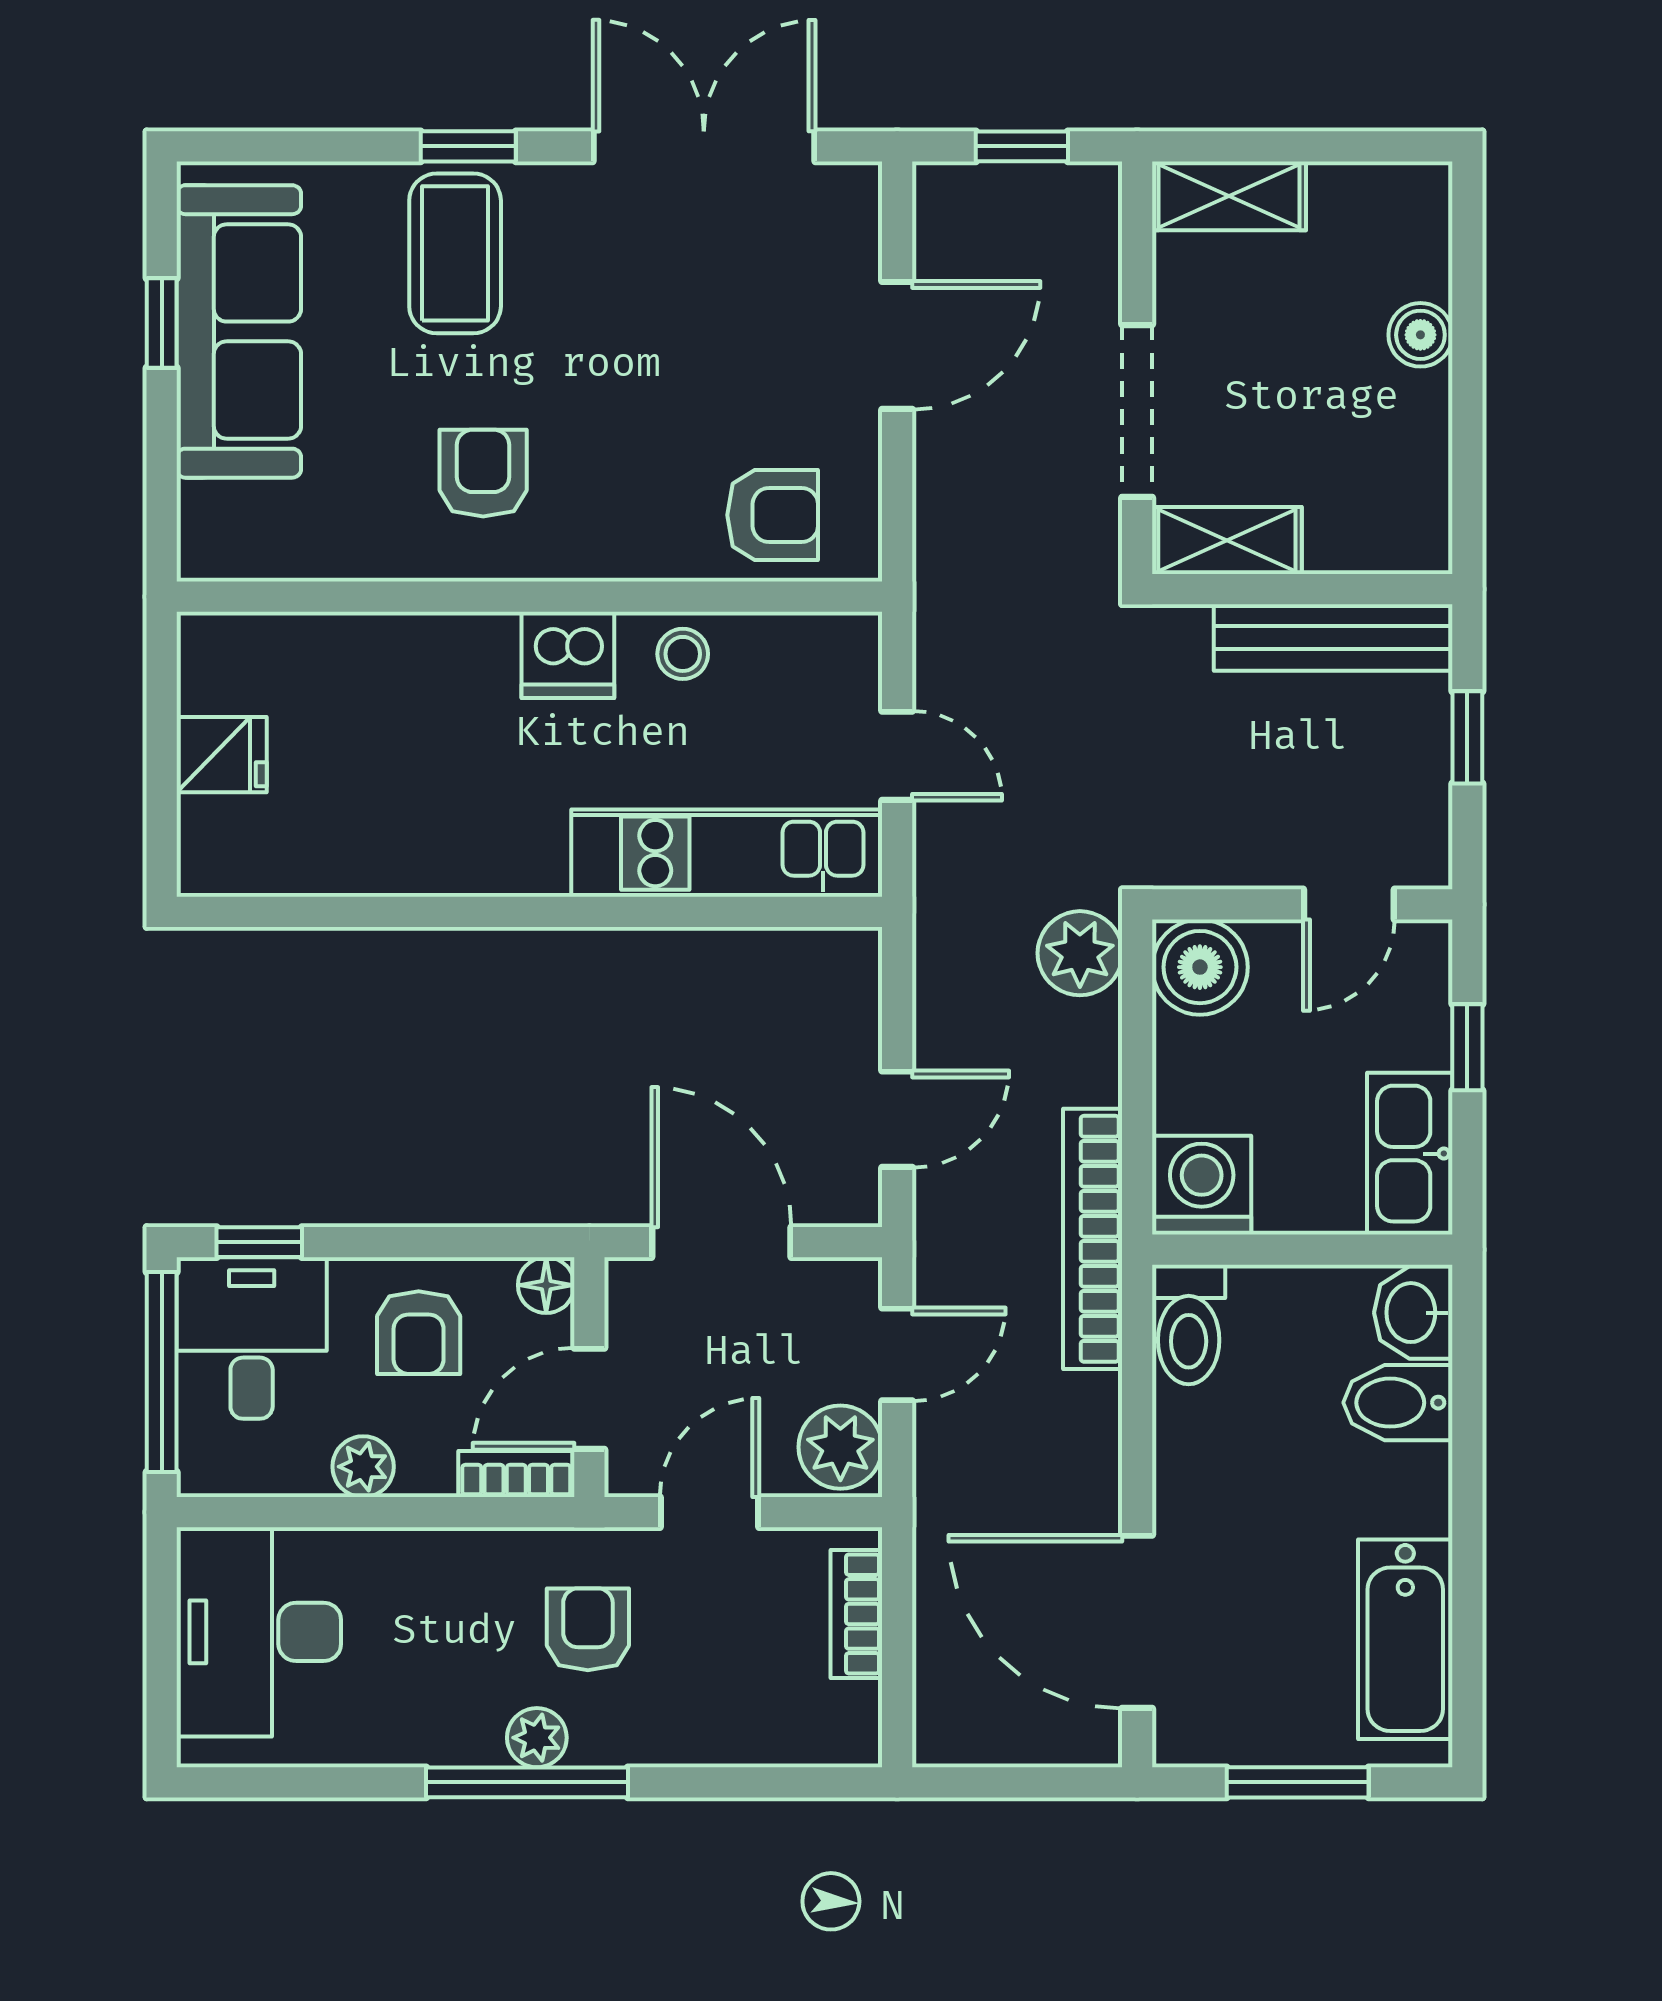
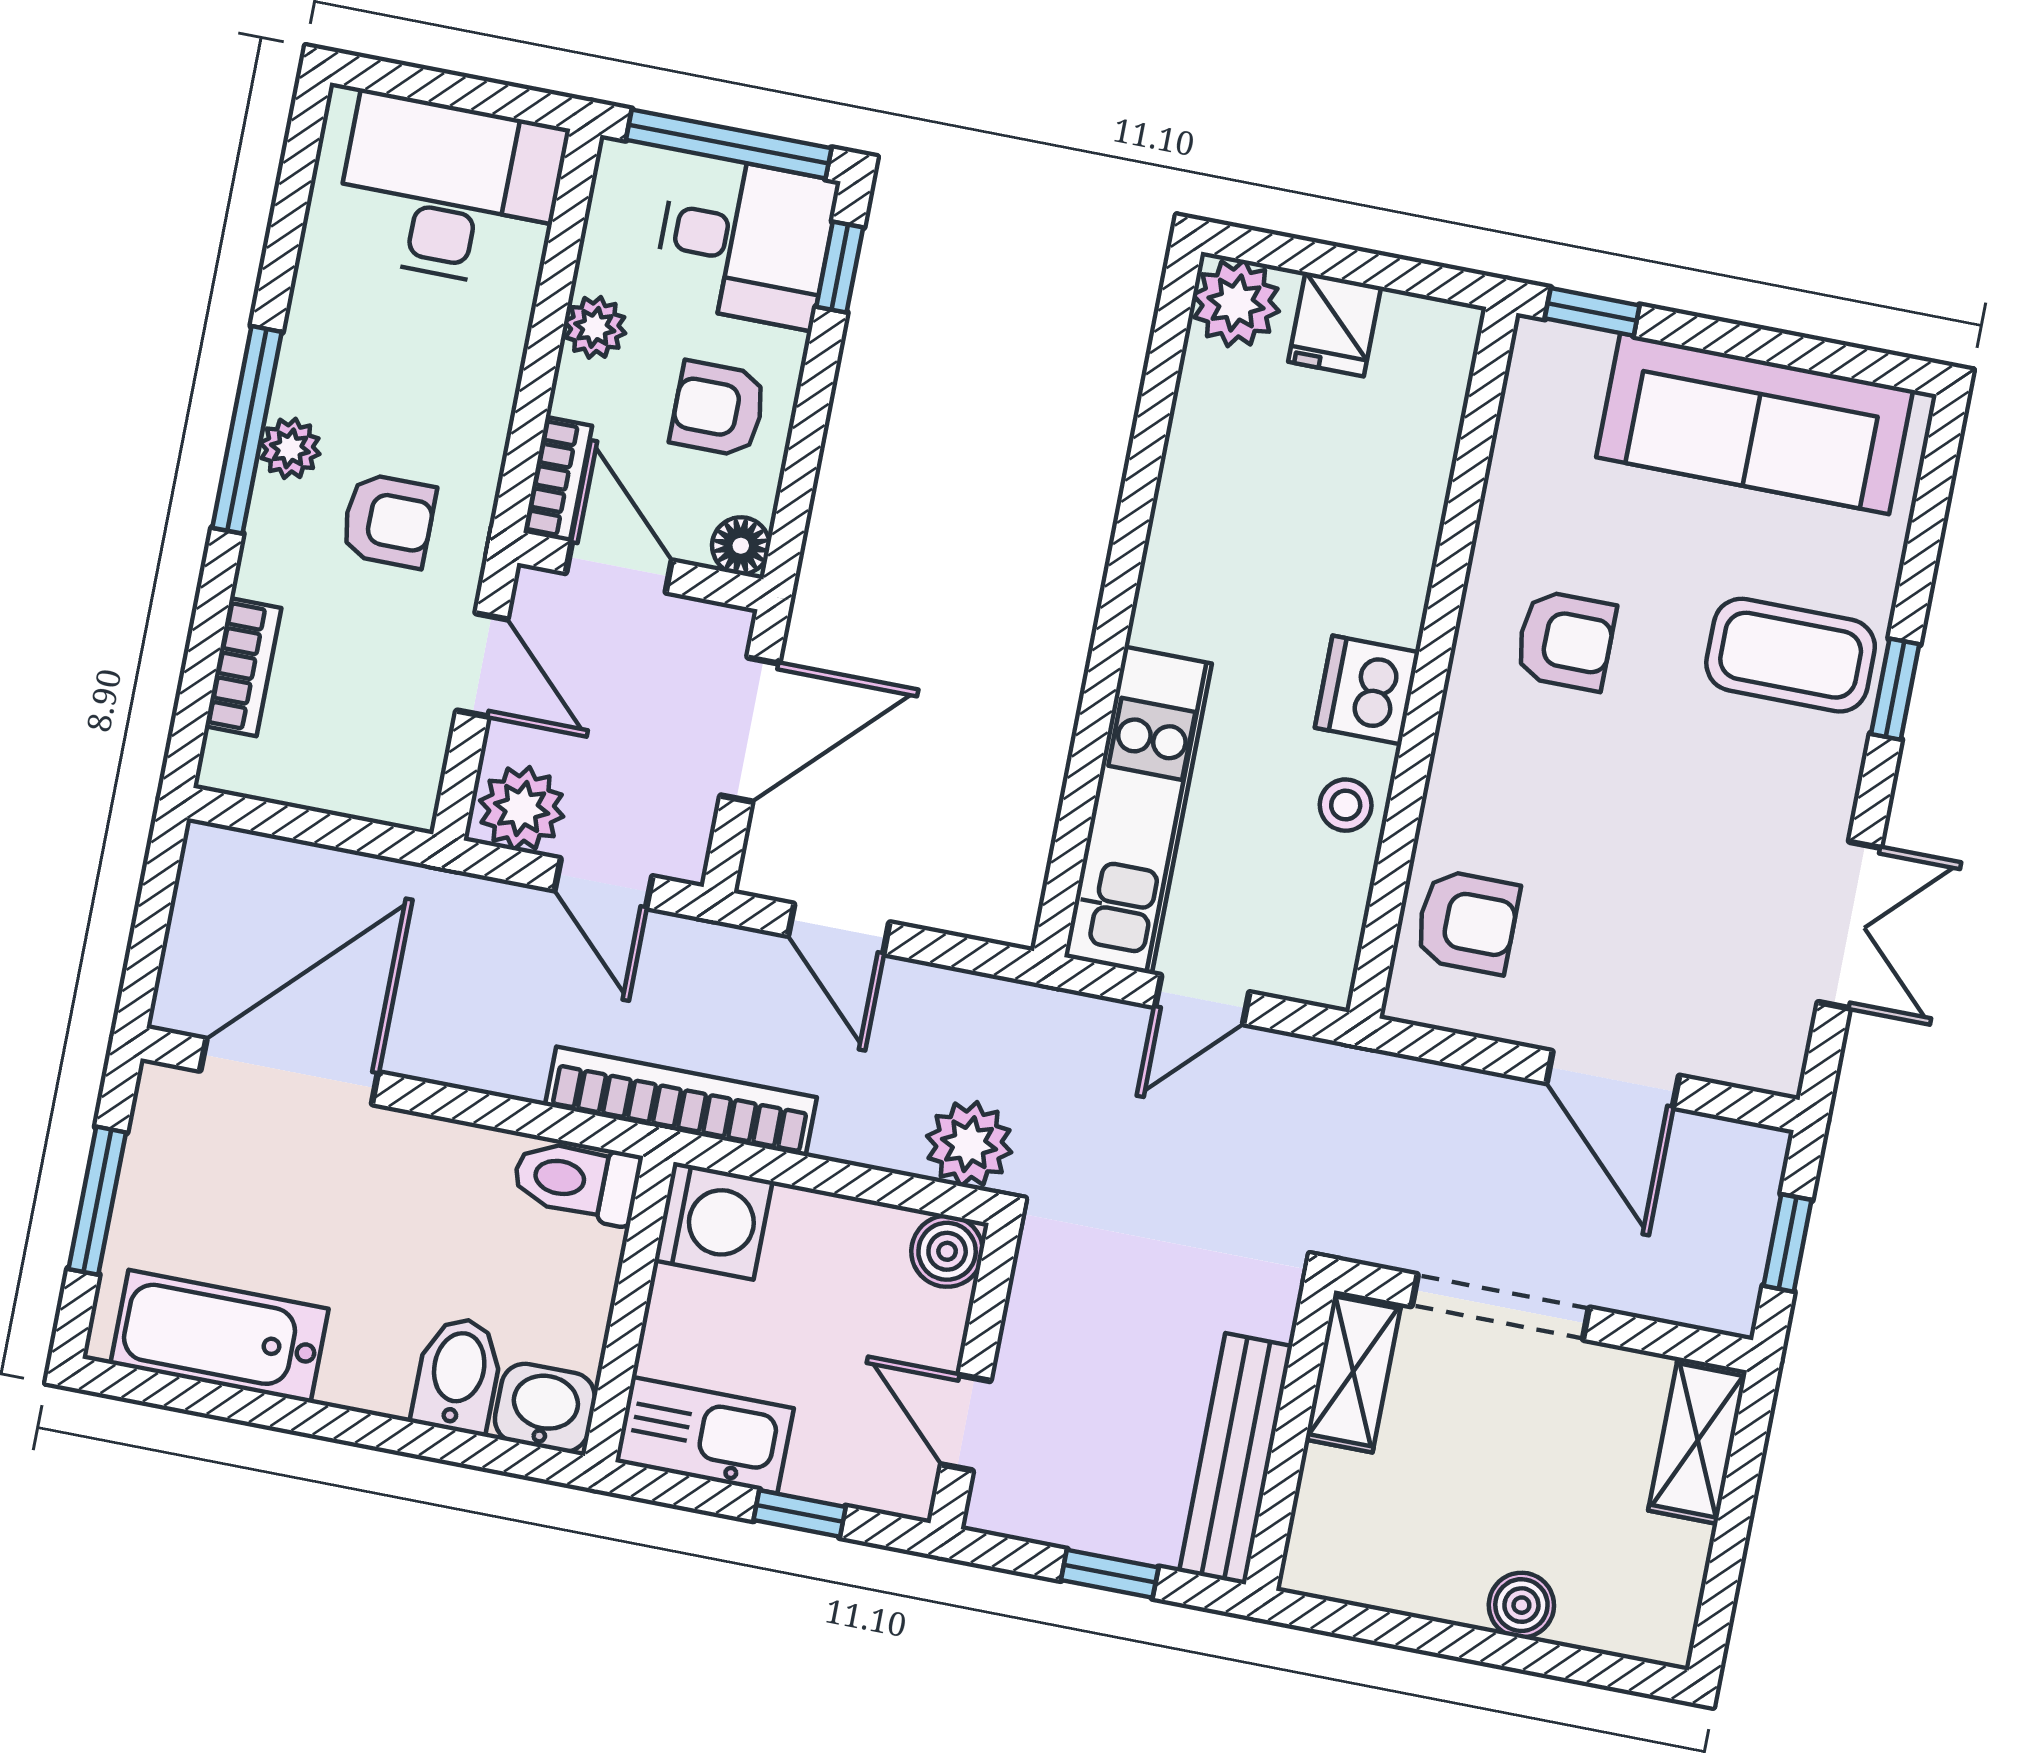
double door: (704, 146) -> (1849, 925), width x0.73
window: (162, 323) -> (1592, 312), moved
armchair: (773, 515) -> (1467, 922), turned -90
plant: (220, 854) -> (1236, 303), added
boiler: (1200, 967) -> (947, 1251), width x0.73, depth x0.73
bookcase: (856, 1614) -> (243, 667), moved, turned 90

